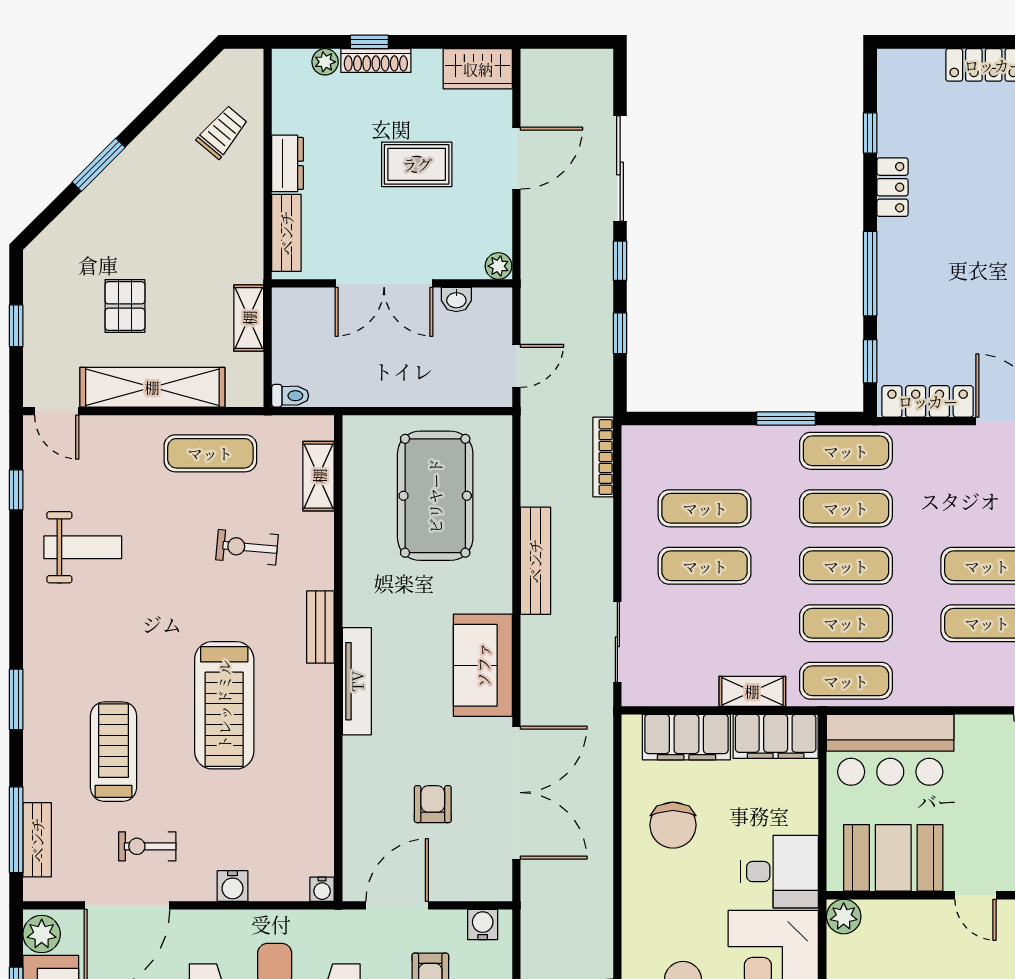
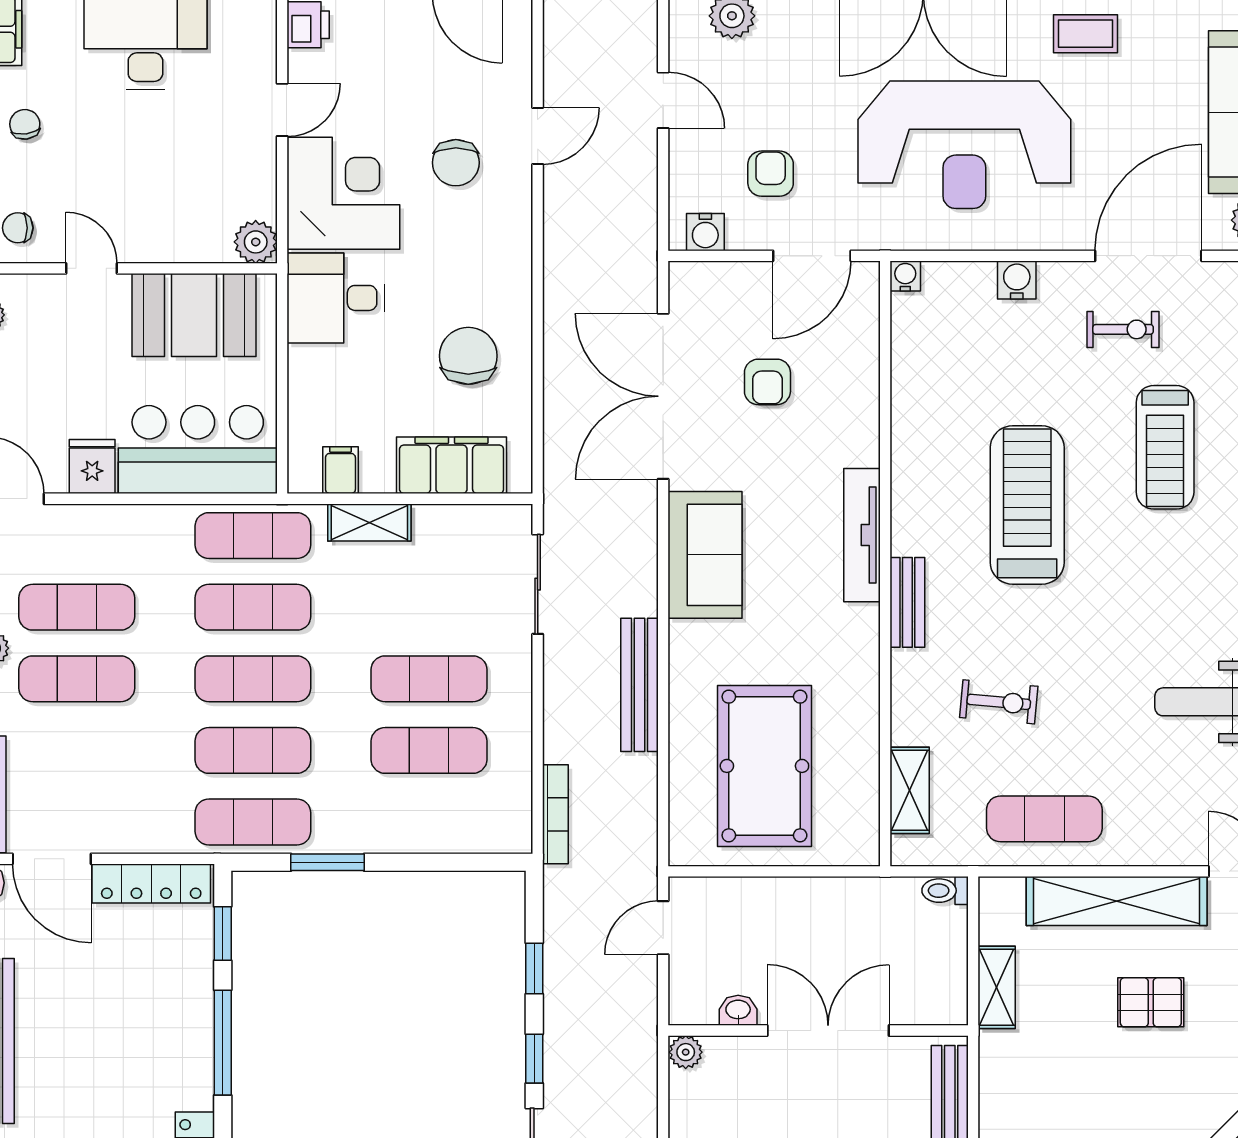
pallet: (125, 306) -> (1151, 1002), turned 90
filing cabinet: (776, 736) -> (340, 470), width x0.33, depth x0.86
fridge: (975, 736) -> (92, 466), added

